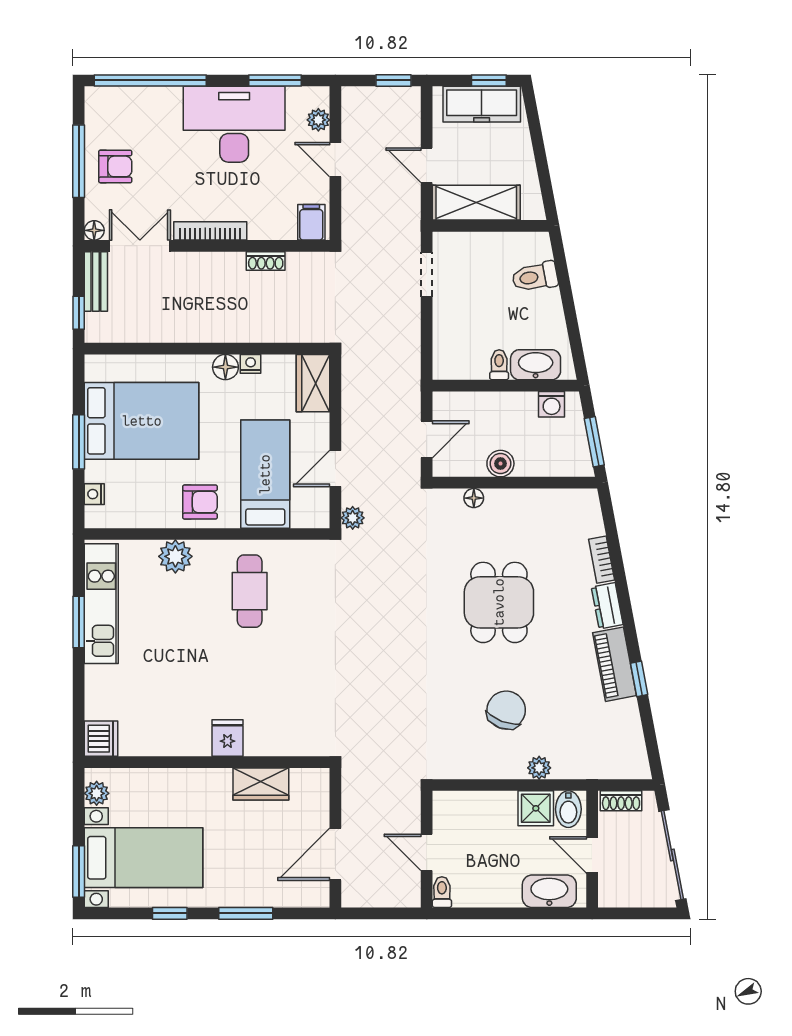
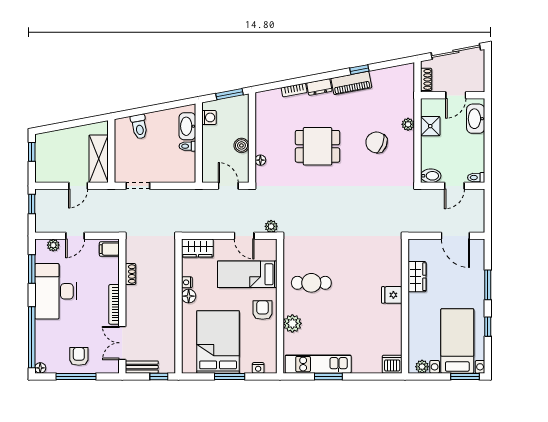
freezer: (482, 104) -> (45, 156), removed
floor lamp: (94, 230) -> (40, 368), moved
bidet: (568, 809) -> (431, 176), moved

